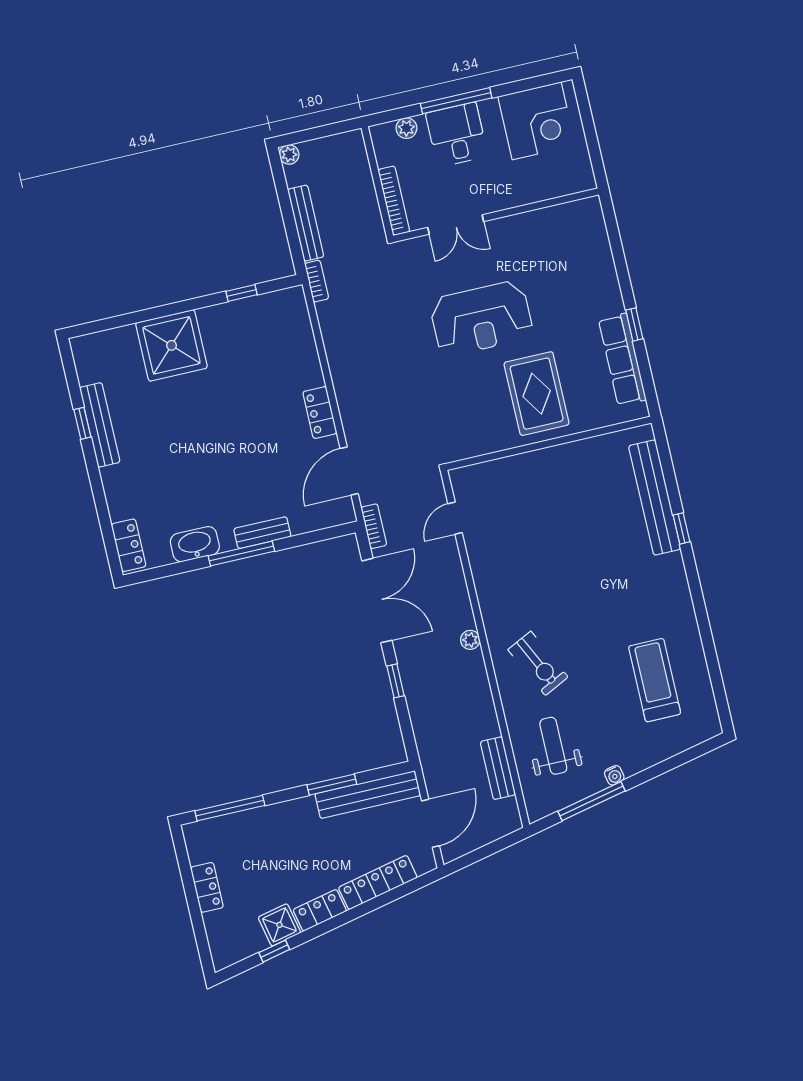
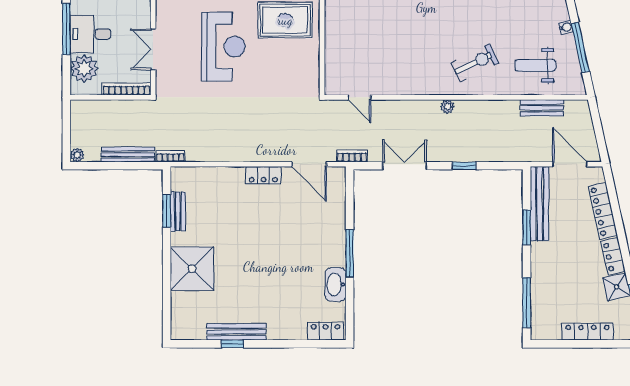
plant: (406, 128) -> (84, 68), width x1.87, depth x1.87
double door: (456, 224) -> (153, 49), swing flipped
window: (241, 293) -> (167, 211), width x1.50
bench: (262, 533) -> (178, 212), moved
double door: (377, 601) -> (405, 166), width x0.73
locker: (207, 887) -> (587, 332), width x1.53

